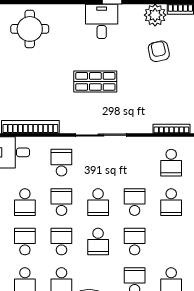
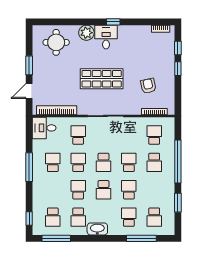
plant: (155, 15) -> (86, 33), moved
armchair: (159, 51) -> (148, 86), moved
shop shelf: (95, 81) -> (102, 79), width x1.43, depth x1.36
school desk: (171, 163) -> (154, 135), turned 180
school desk: (25, 202) -> (53, 162), turned 180
school desk: (25, 242) -> (53, 190), removed

